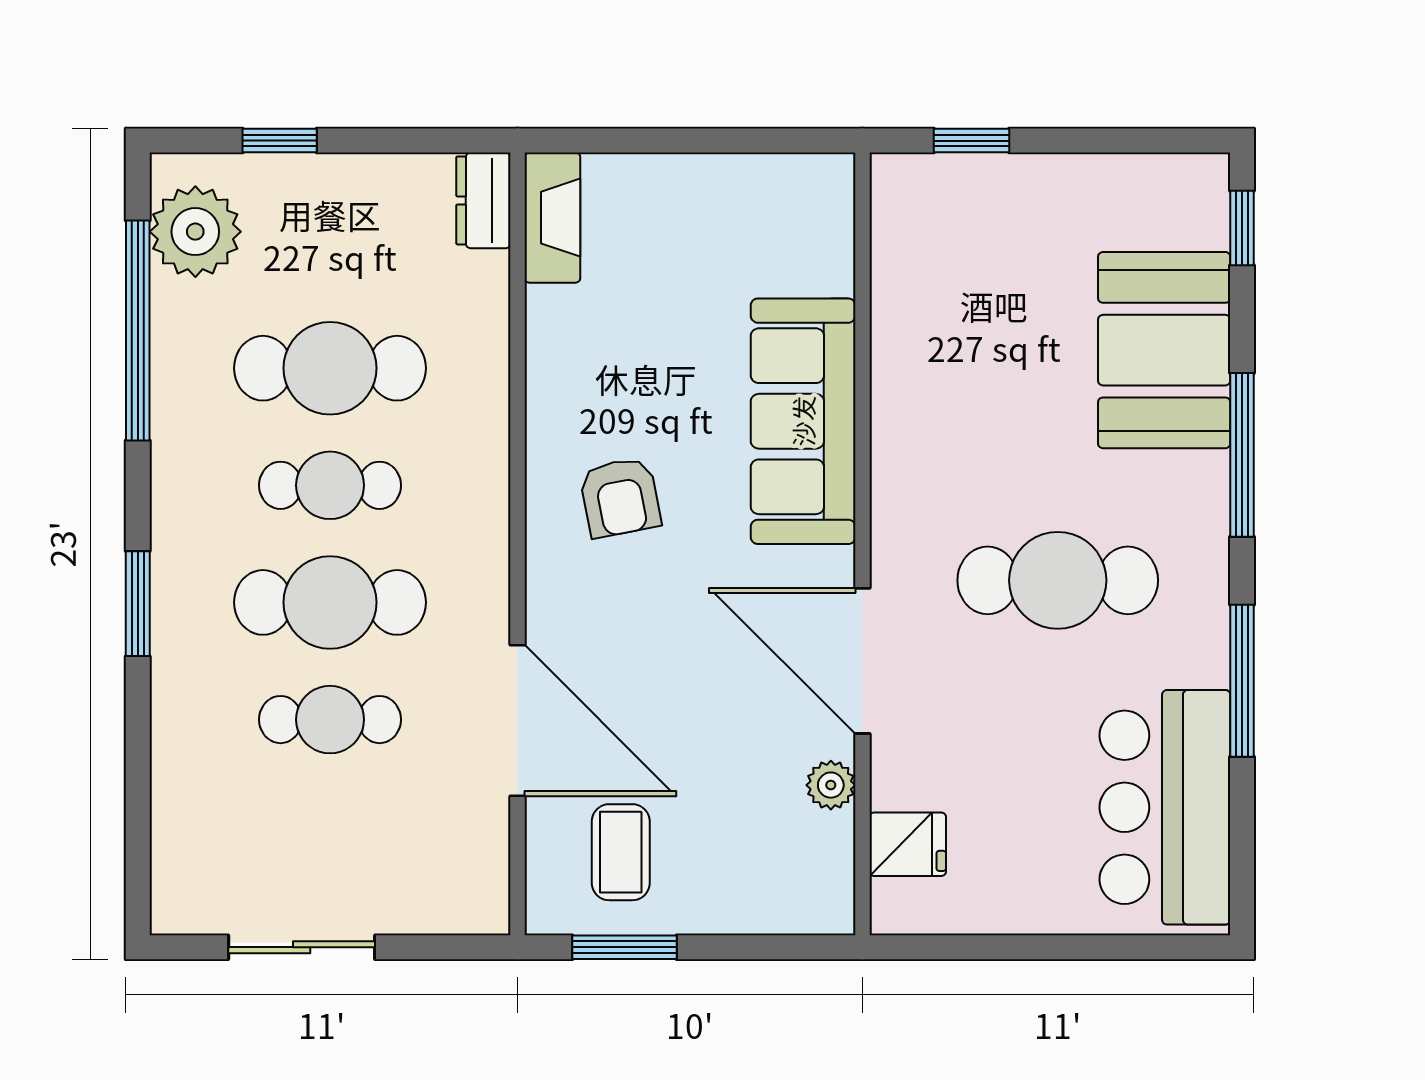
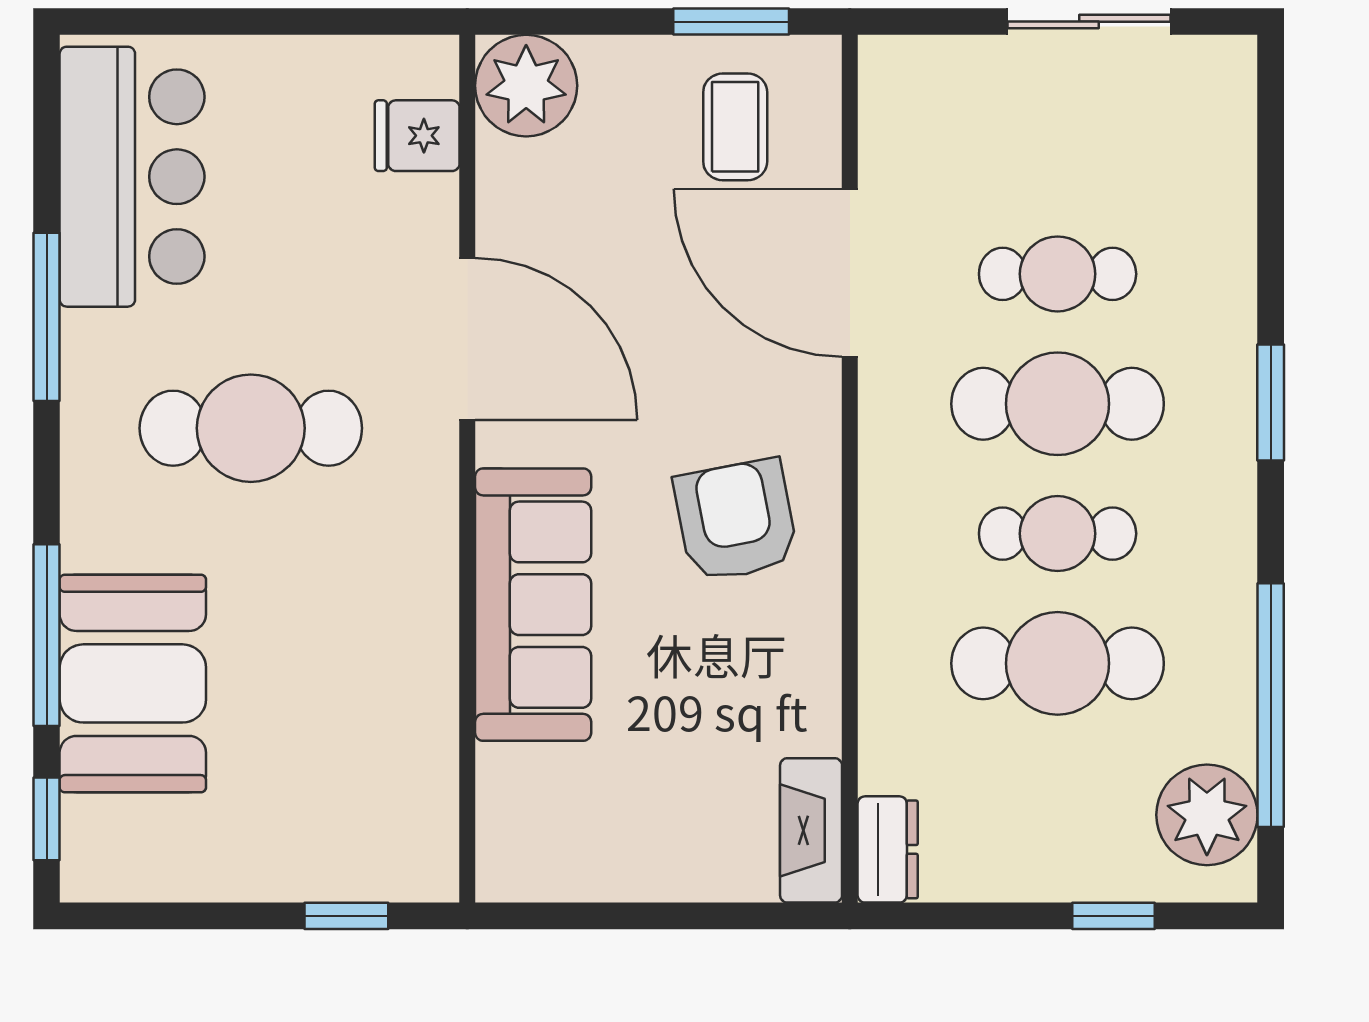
window: (1242, 455) -> (47, 635), moved
armchair: (620, 497) -> (736, 520), width x1.38, depth x1.38
plant: (831, 785) -> (526, 86), moved, width x1.88, depth x1.88

